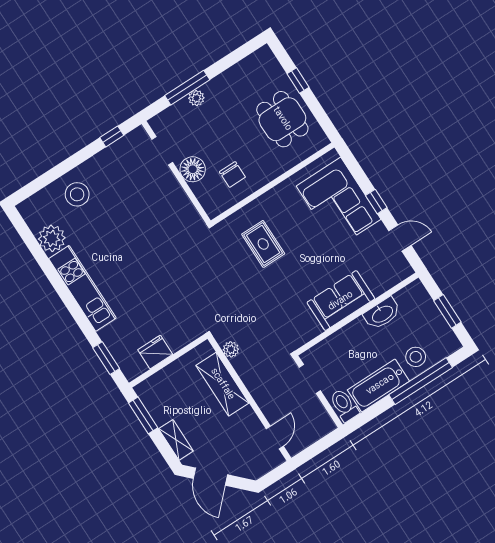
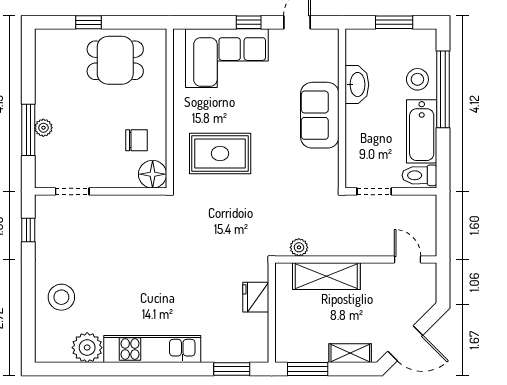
floor lamp: (193, 169) -> (153, 174), moved
rug: (263, 244) -> (220, 153), width x1.36, depth x1.43
fridge: (155, 352) -> (256, 297), moved

